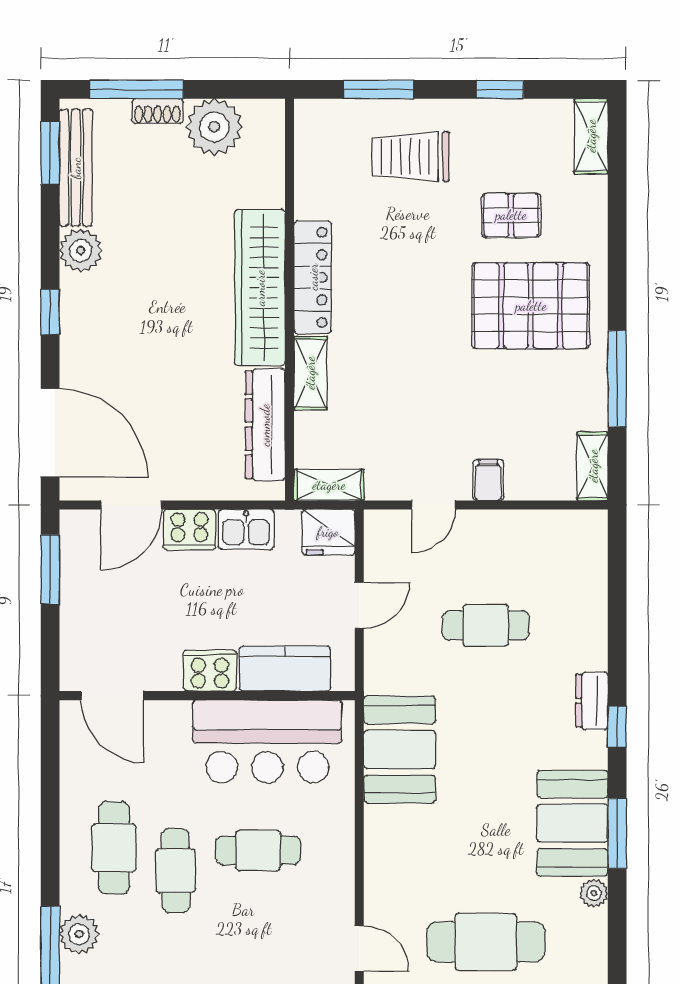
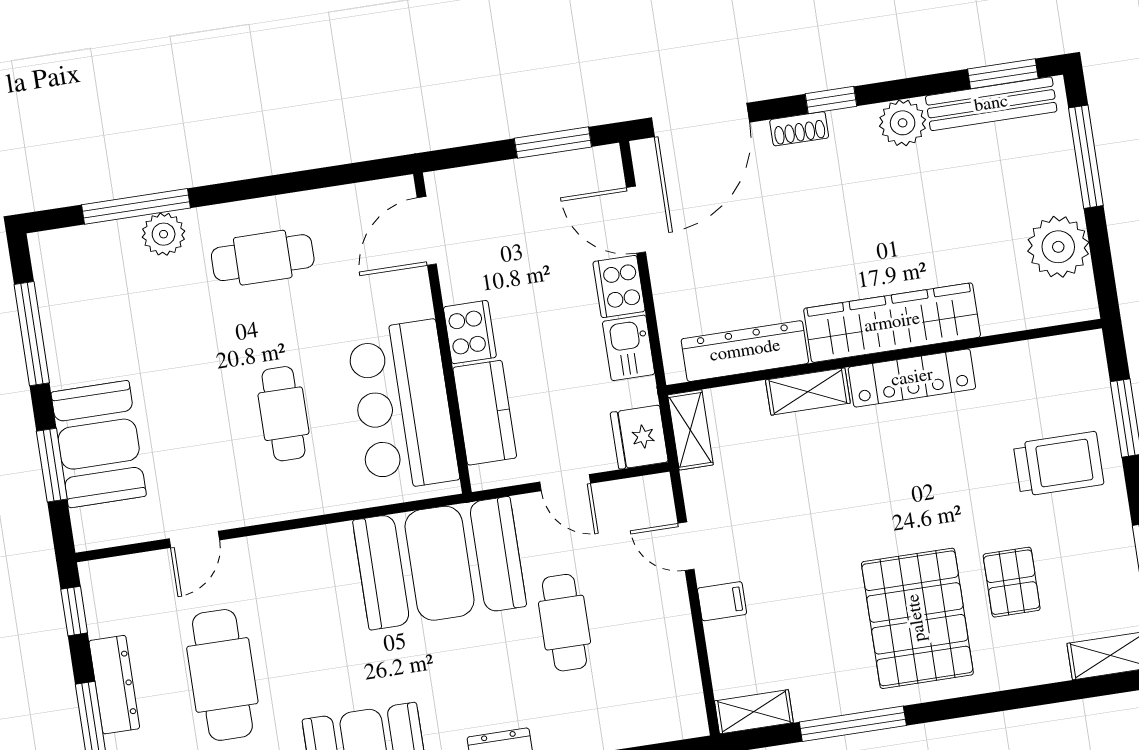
shoe rack: (157, 111) -> (799, 129), moved, turned -90
trolley: (411, 157) -> (1059, 464), turned 90
booth: (400, 749) -> (440, 563), width x1.36, depth x1.42
cafe table: (176, 871) -> (248, 328), removed

